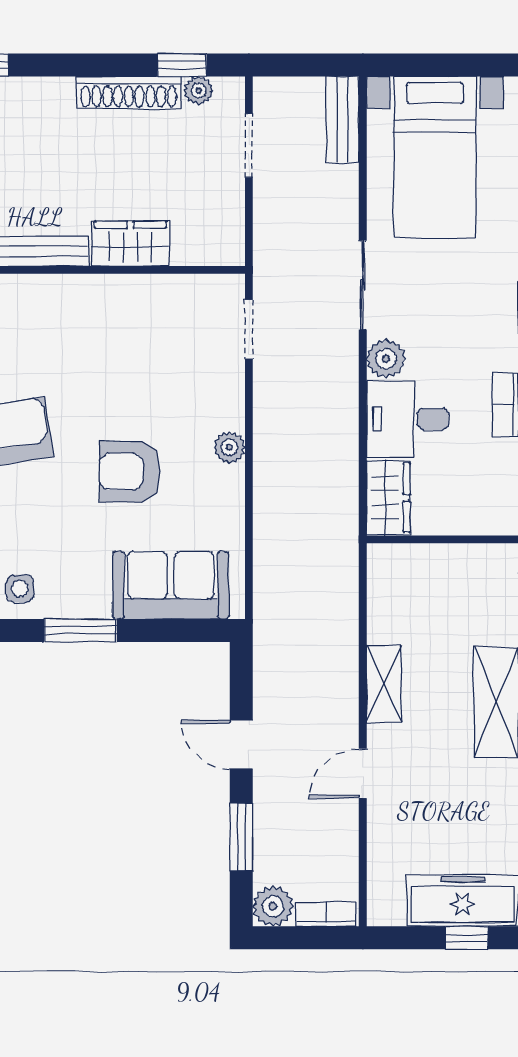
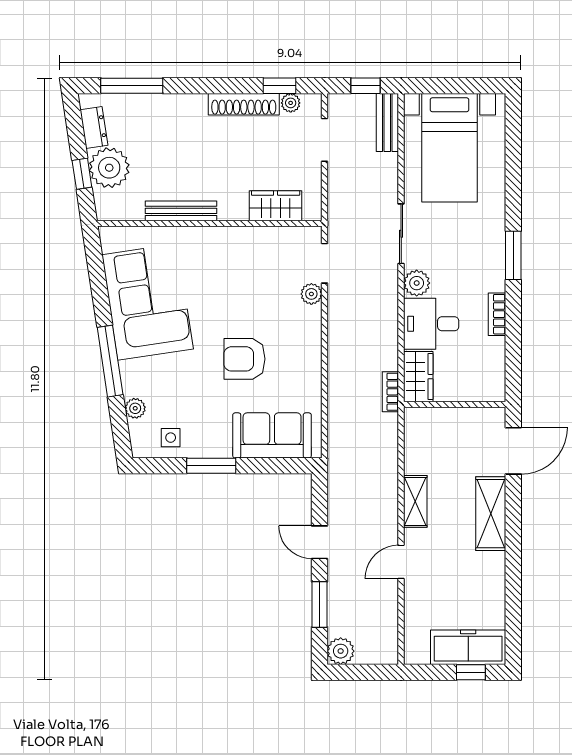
window: (310, 65) -> (366, 86), added
wardrobe: (130, 244) -> (276, 206), moved
plant: (229, 447) -> (311, 294), moved
bookcase: (326, 914) -> (390, 392), moved, turned -90

